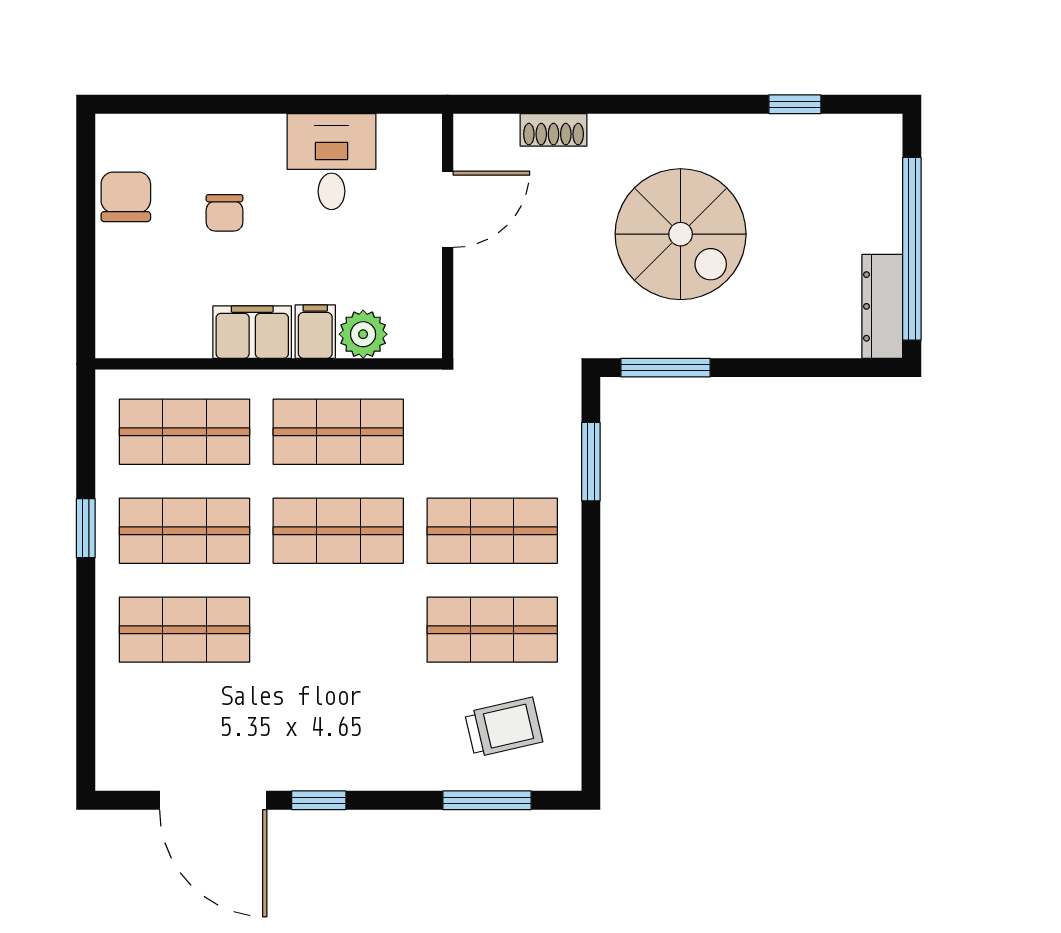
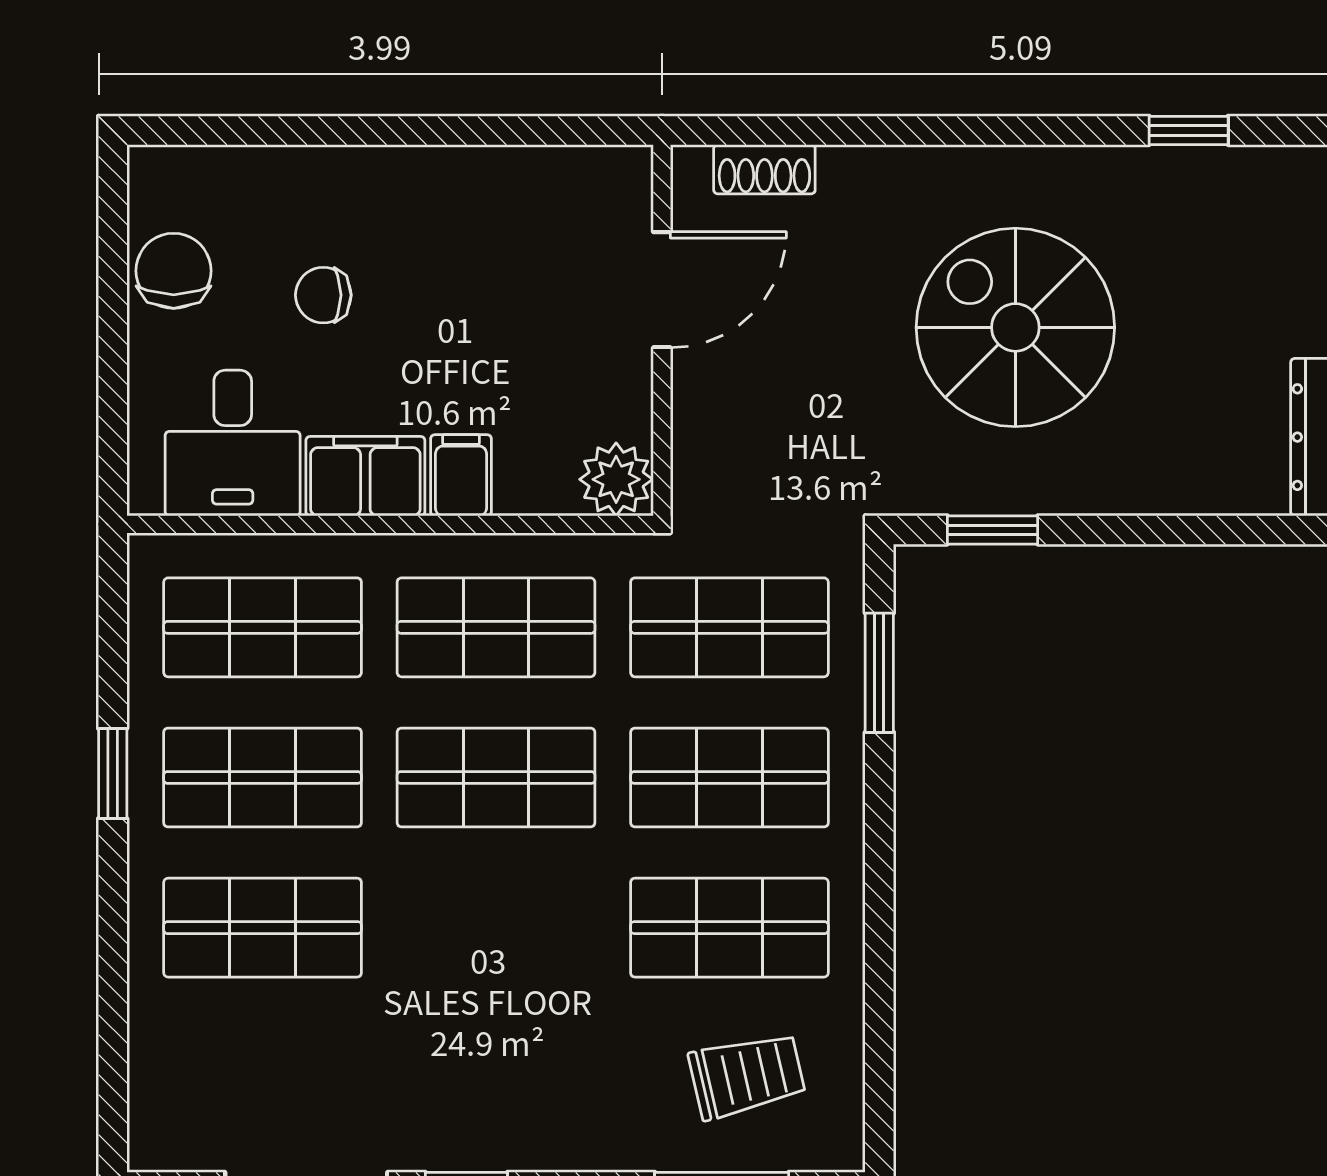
shoe rack: (554, 130) -> (764, 169), moved
desk: (331, 162) -> (233, 443), moved, turned 180
chair: (224, 213) -> (323, 295), turned 90
spiral stairs: (681, 234) -> (1015, 327), turned 180
plant: (363, 334) -> (616, 479), moved
window: (666, 368) -> (992, 530), width x0.67
shop shelf: (492, 432) -> (729, 627), added

